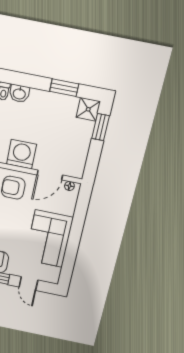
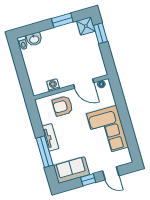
washing machine: (21, 154) -> (53, 85), width x0.53, depth x0.53
door: (50, 175) -> (84, 84), hinge flipped

